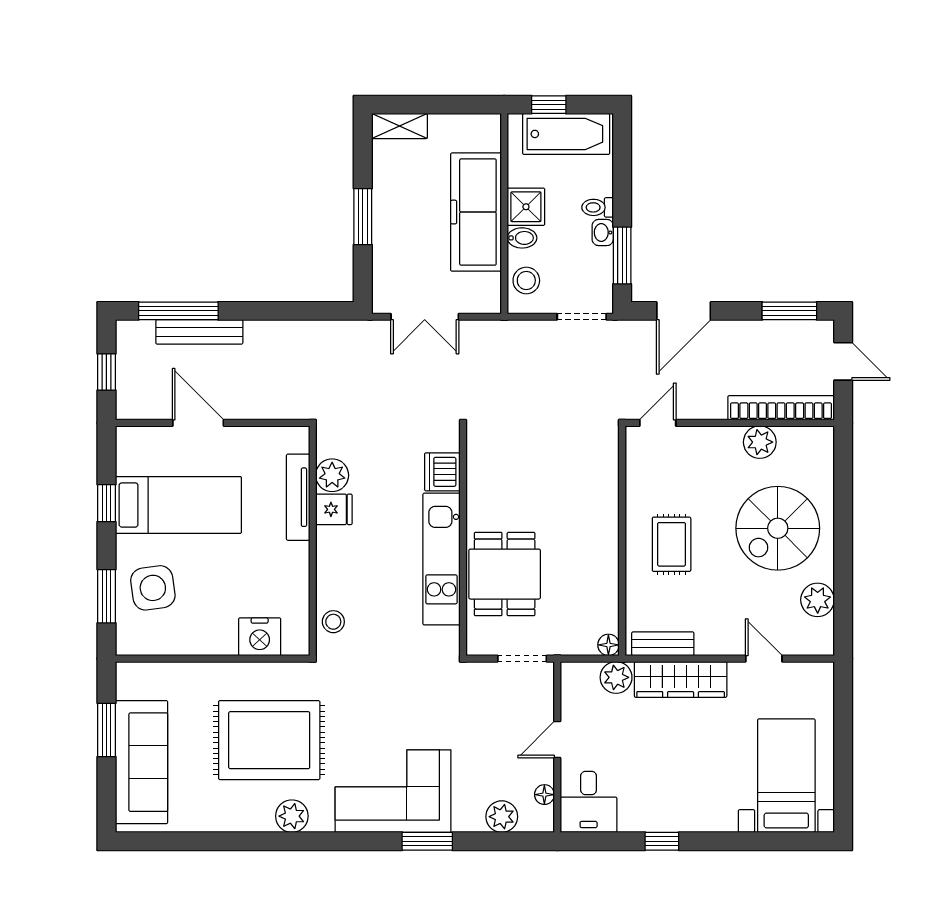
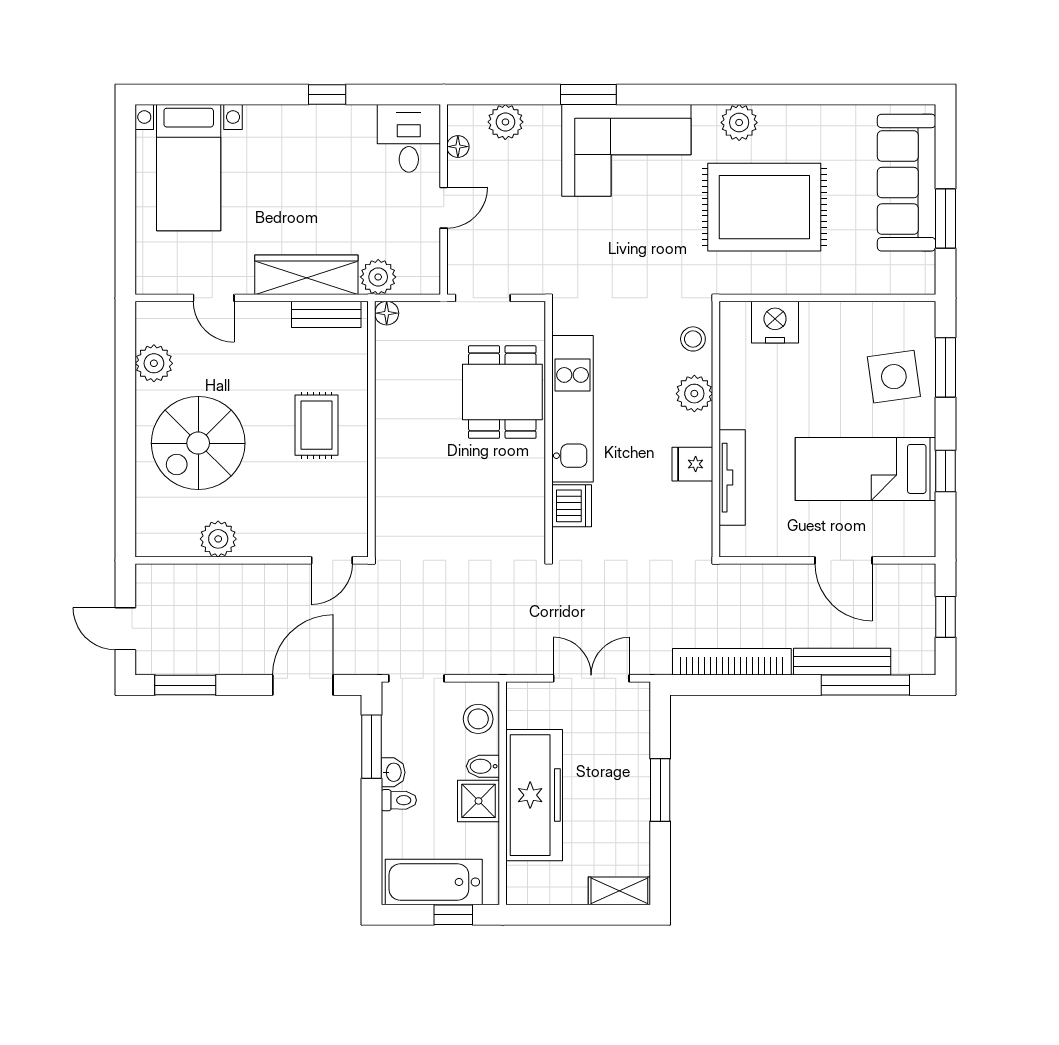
bookcase: (781, 408) -> (732, 662), moved, turned 180
plant: (332, 475) -> (694, 394), moved
spiral stairs: (778, 528) -> (198, 443), turned 180

